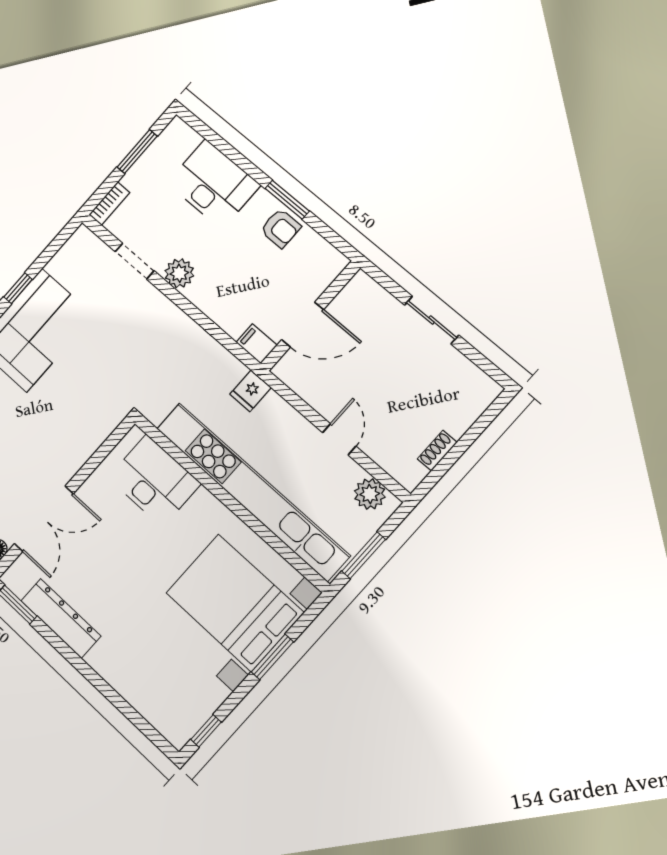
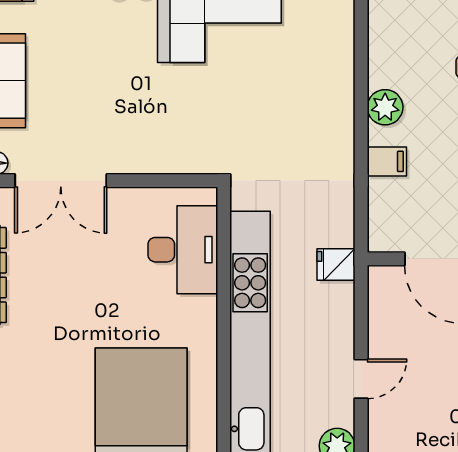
doorway: (135, 261) -> (361, 56), removed
filing cabinet: (257, 344) -> (387, 161), moved, turned 90

